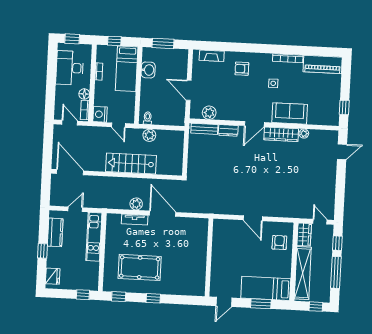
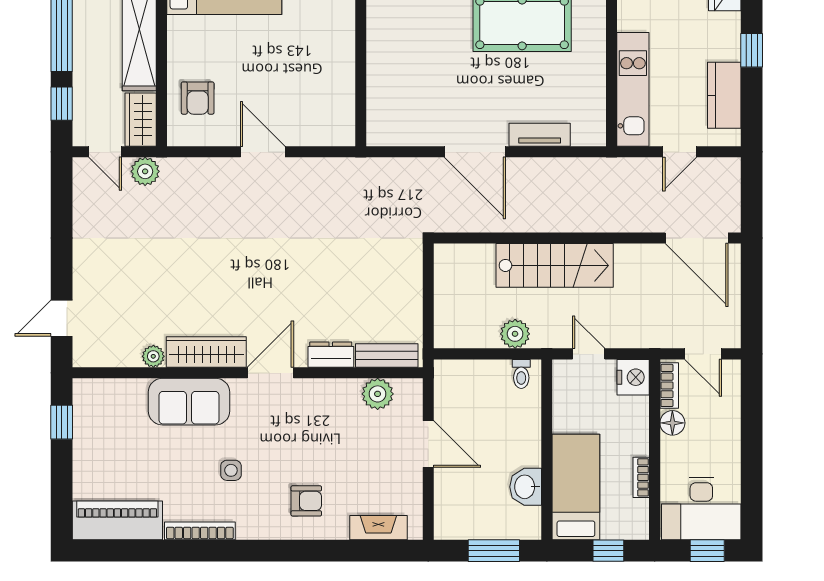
desk: (70, 68) -> (701, 509), moved, turned 90
plant: (136, 204) -> (145, 171), moved

